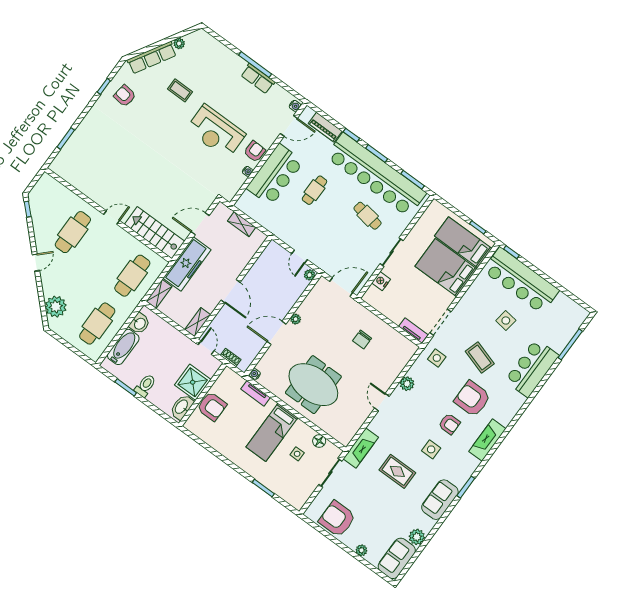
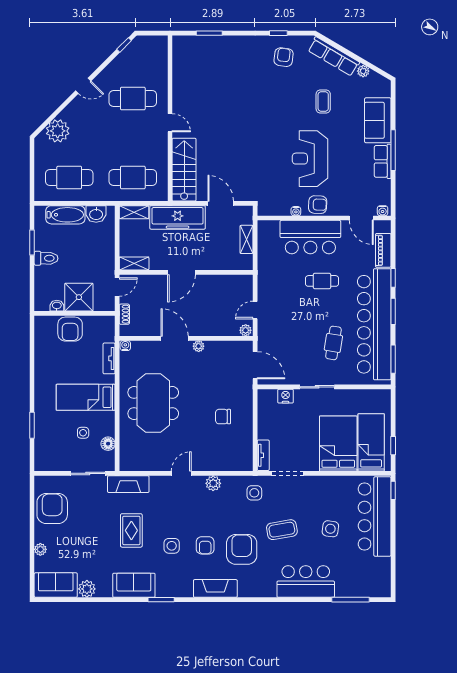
sofa: (224, 60) -> (378, 120), added
coffee table: (480, 357) -> (282, 530), turned 63
washbasin: (182, 407) -> (57, 306), width x0.52, depth x0.69

